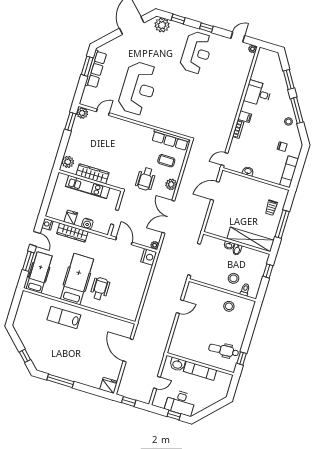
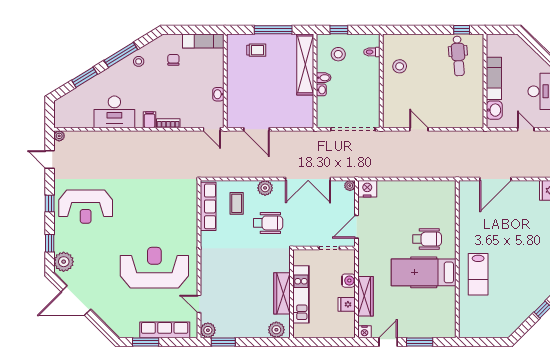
reception desk: (196, 53) -> (86, 207), turned 180
row of seats: (96, 69) -> (165, 330), moved
desk: (258, 93) -> (114, 112), width x1.37
hospital bed: (39, 272) -> (430, 324), removed
stool: (233, 278) -> (338, 54), moved
wheelchair: (100, 289) -> (427, 239), turned 180

